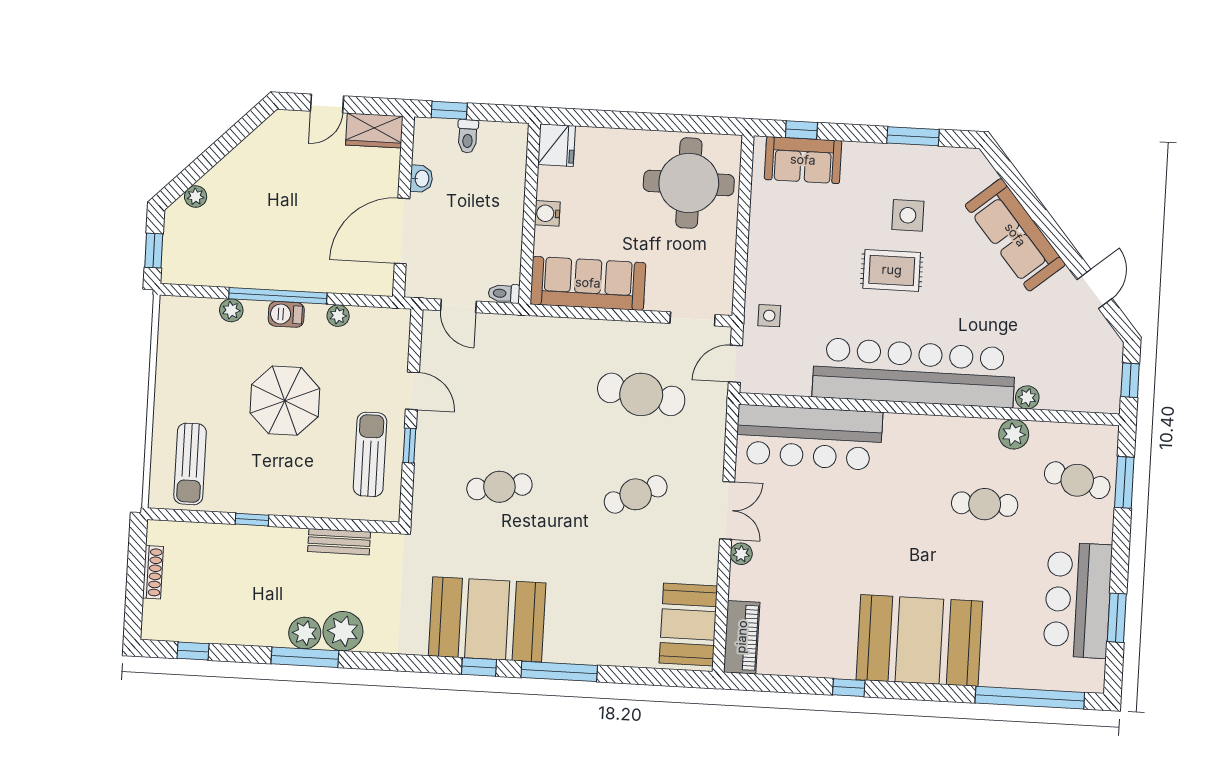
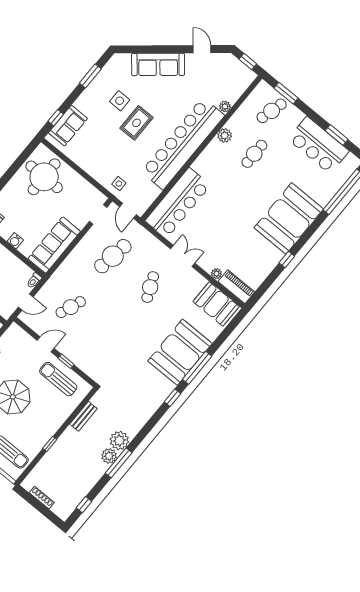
plant: (1014, 434) -> (225, 135), moved
cafe table: (499, 487) -> (71, 307), moved, turned 30
plant: (741, 554) -> (216, 274), moved
booth: (487, 619) -> (180, 352), moved

